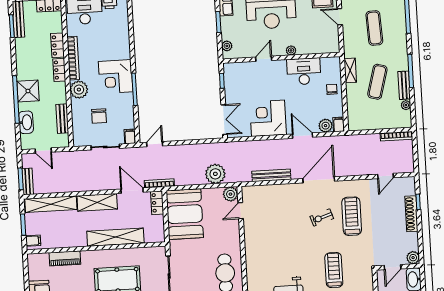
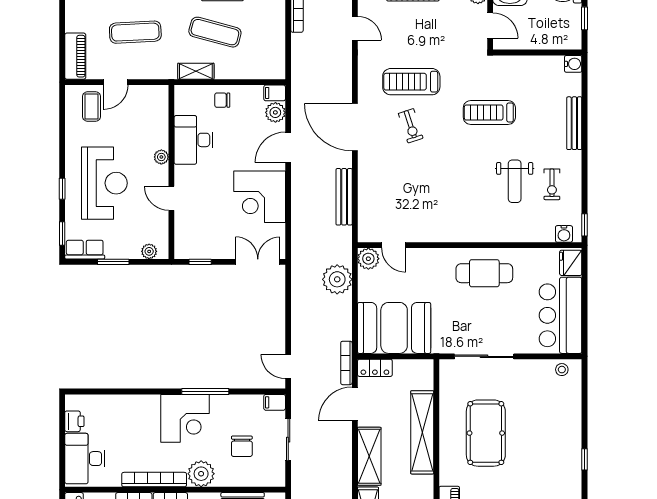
chair: (99, 116) -> (242, 446), turned 90

